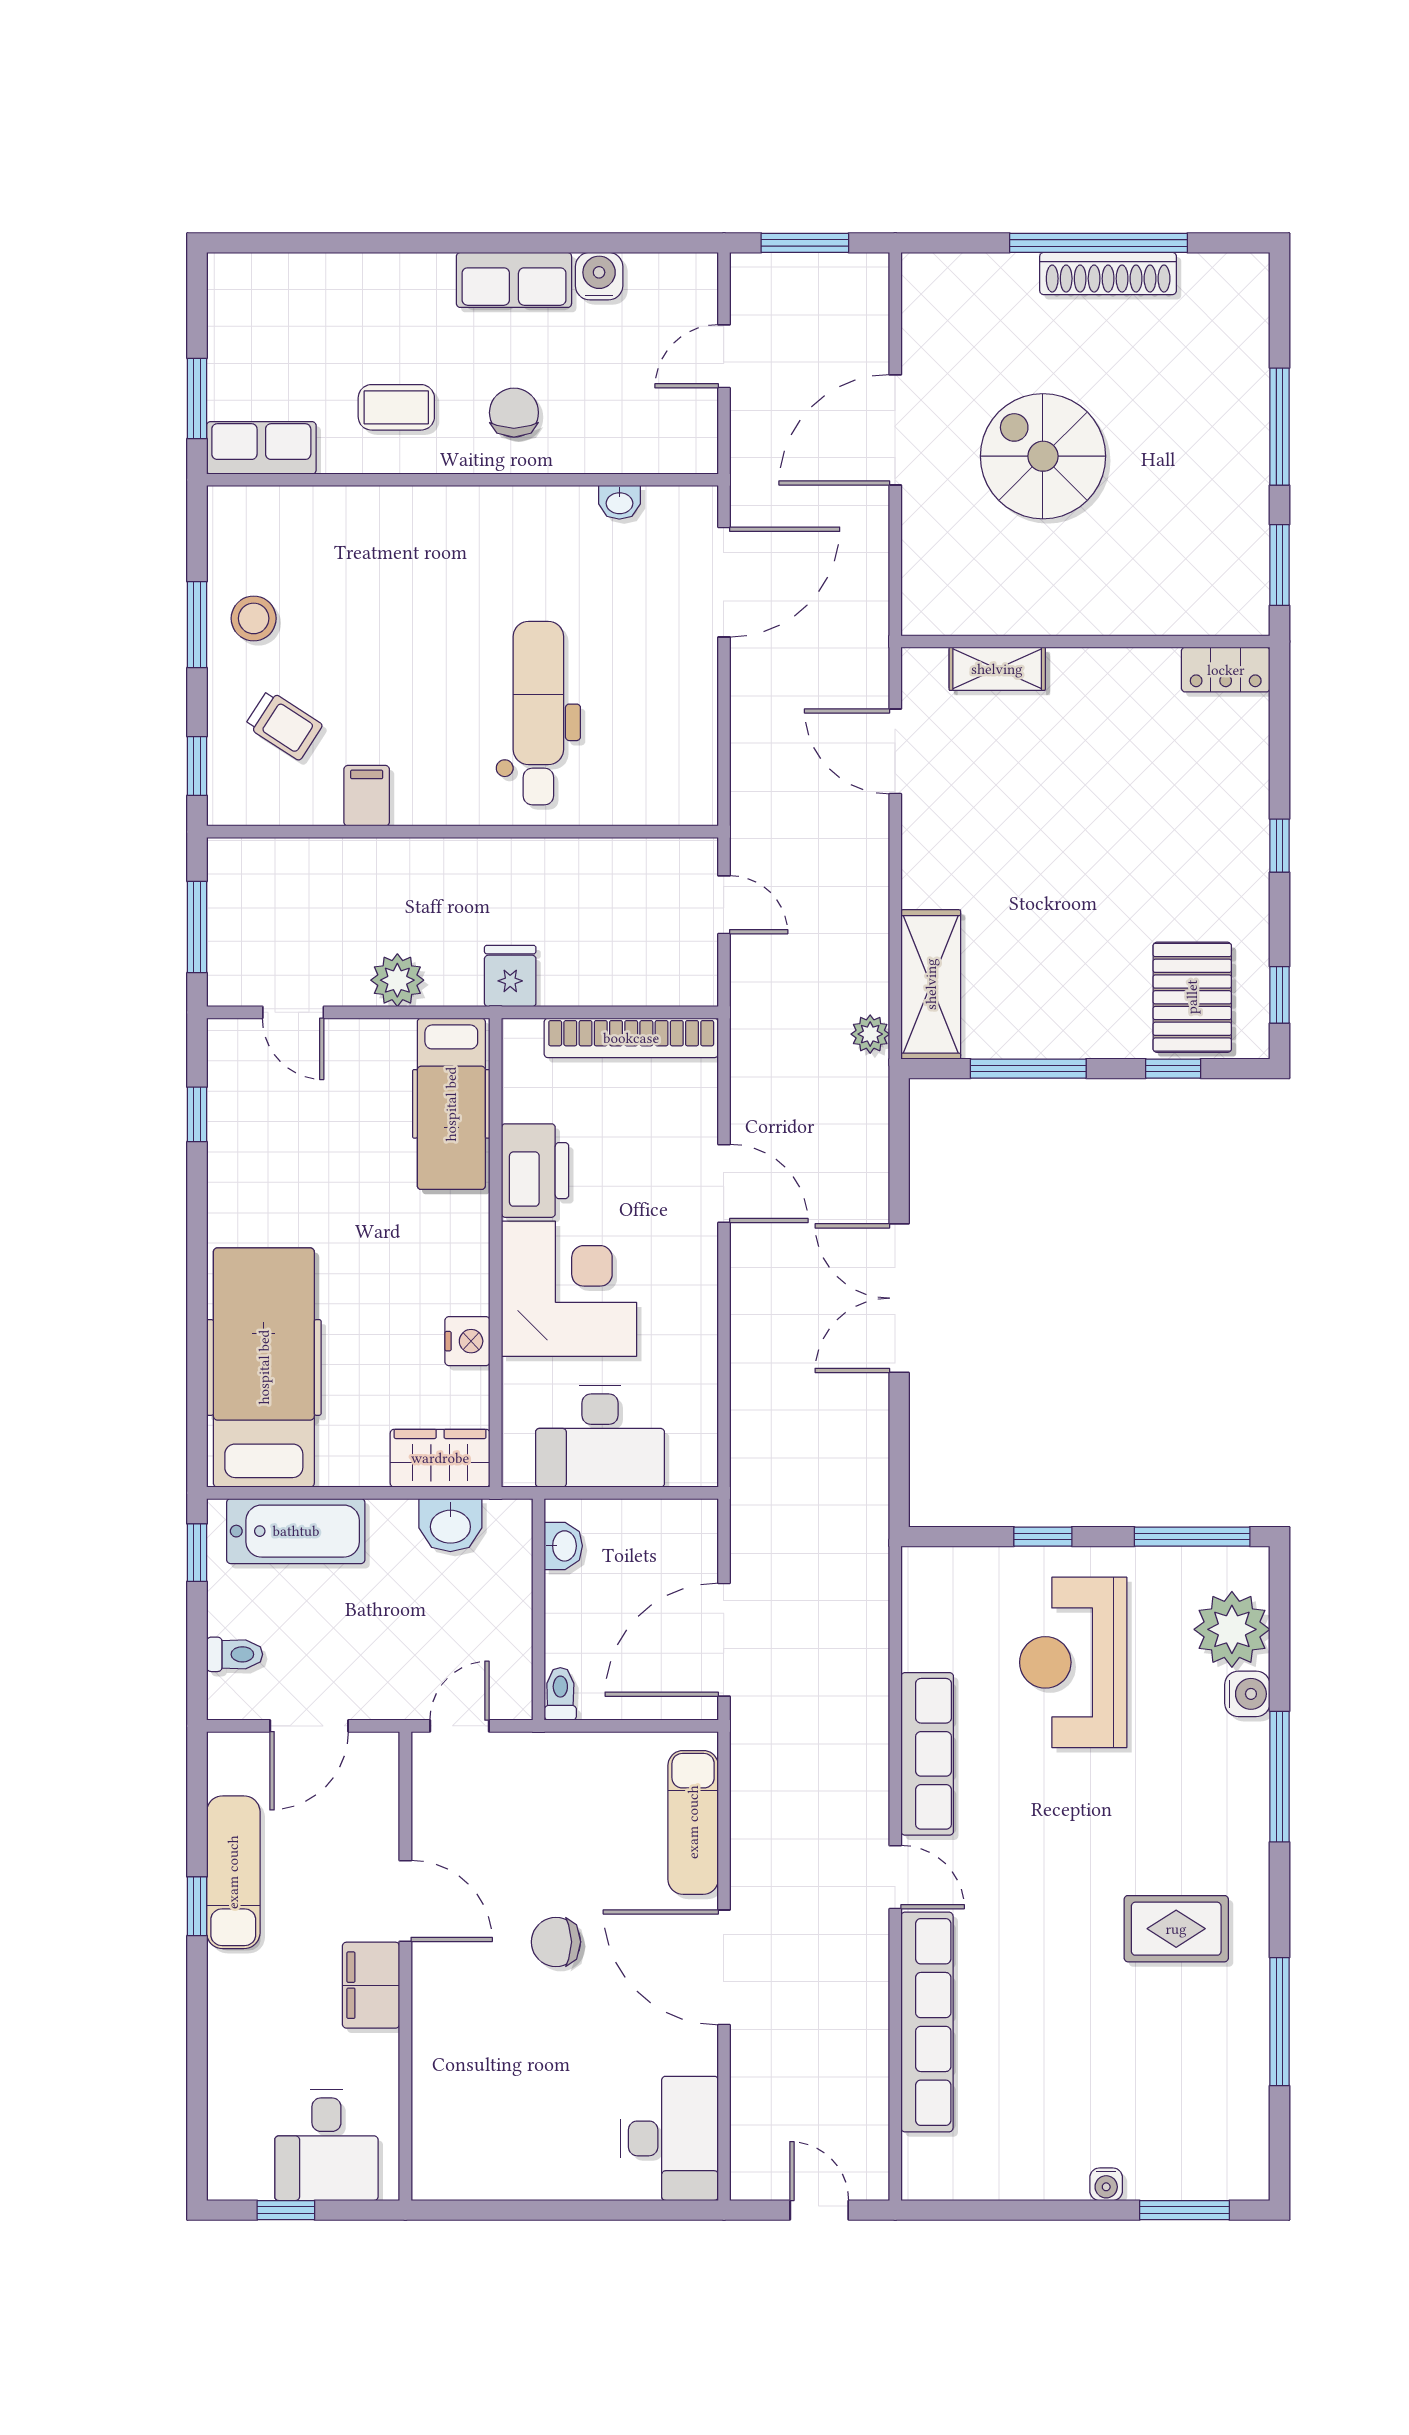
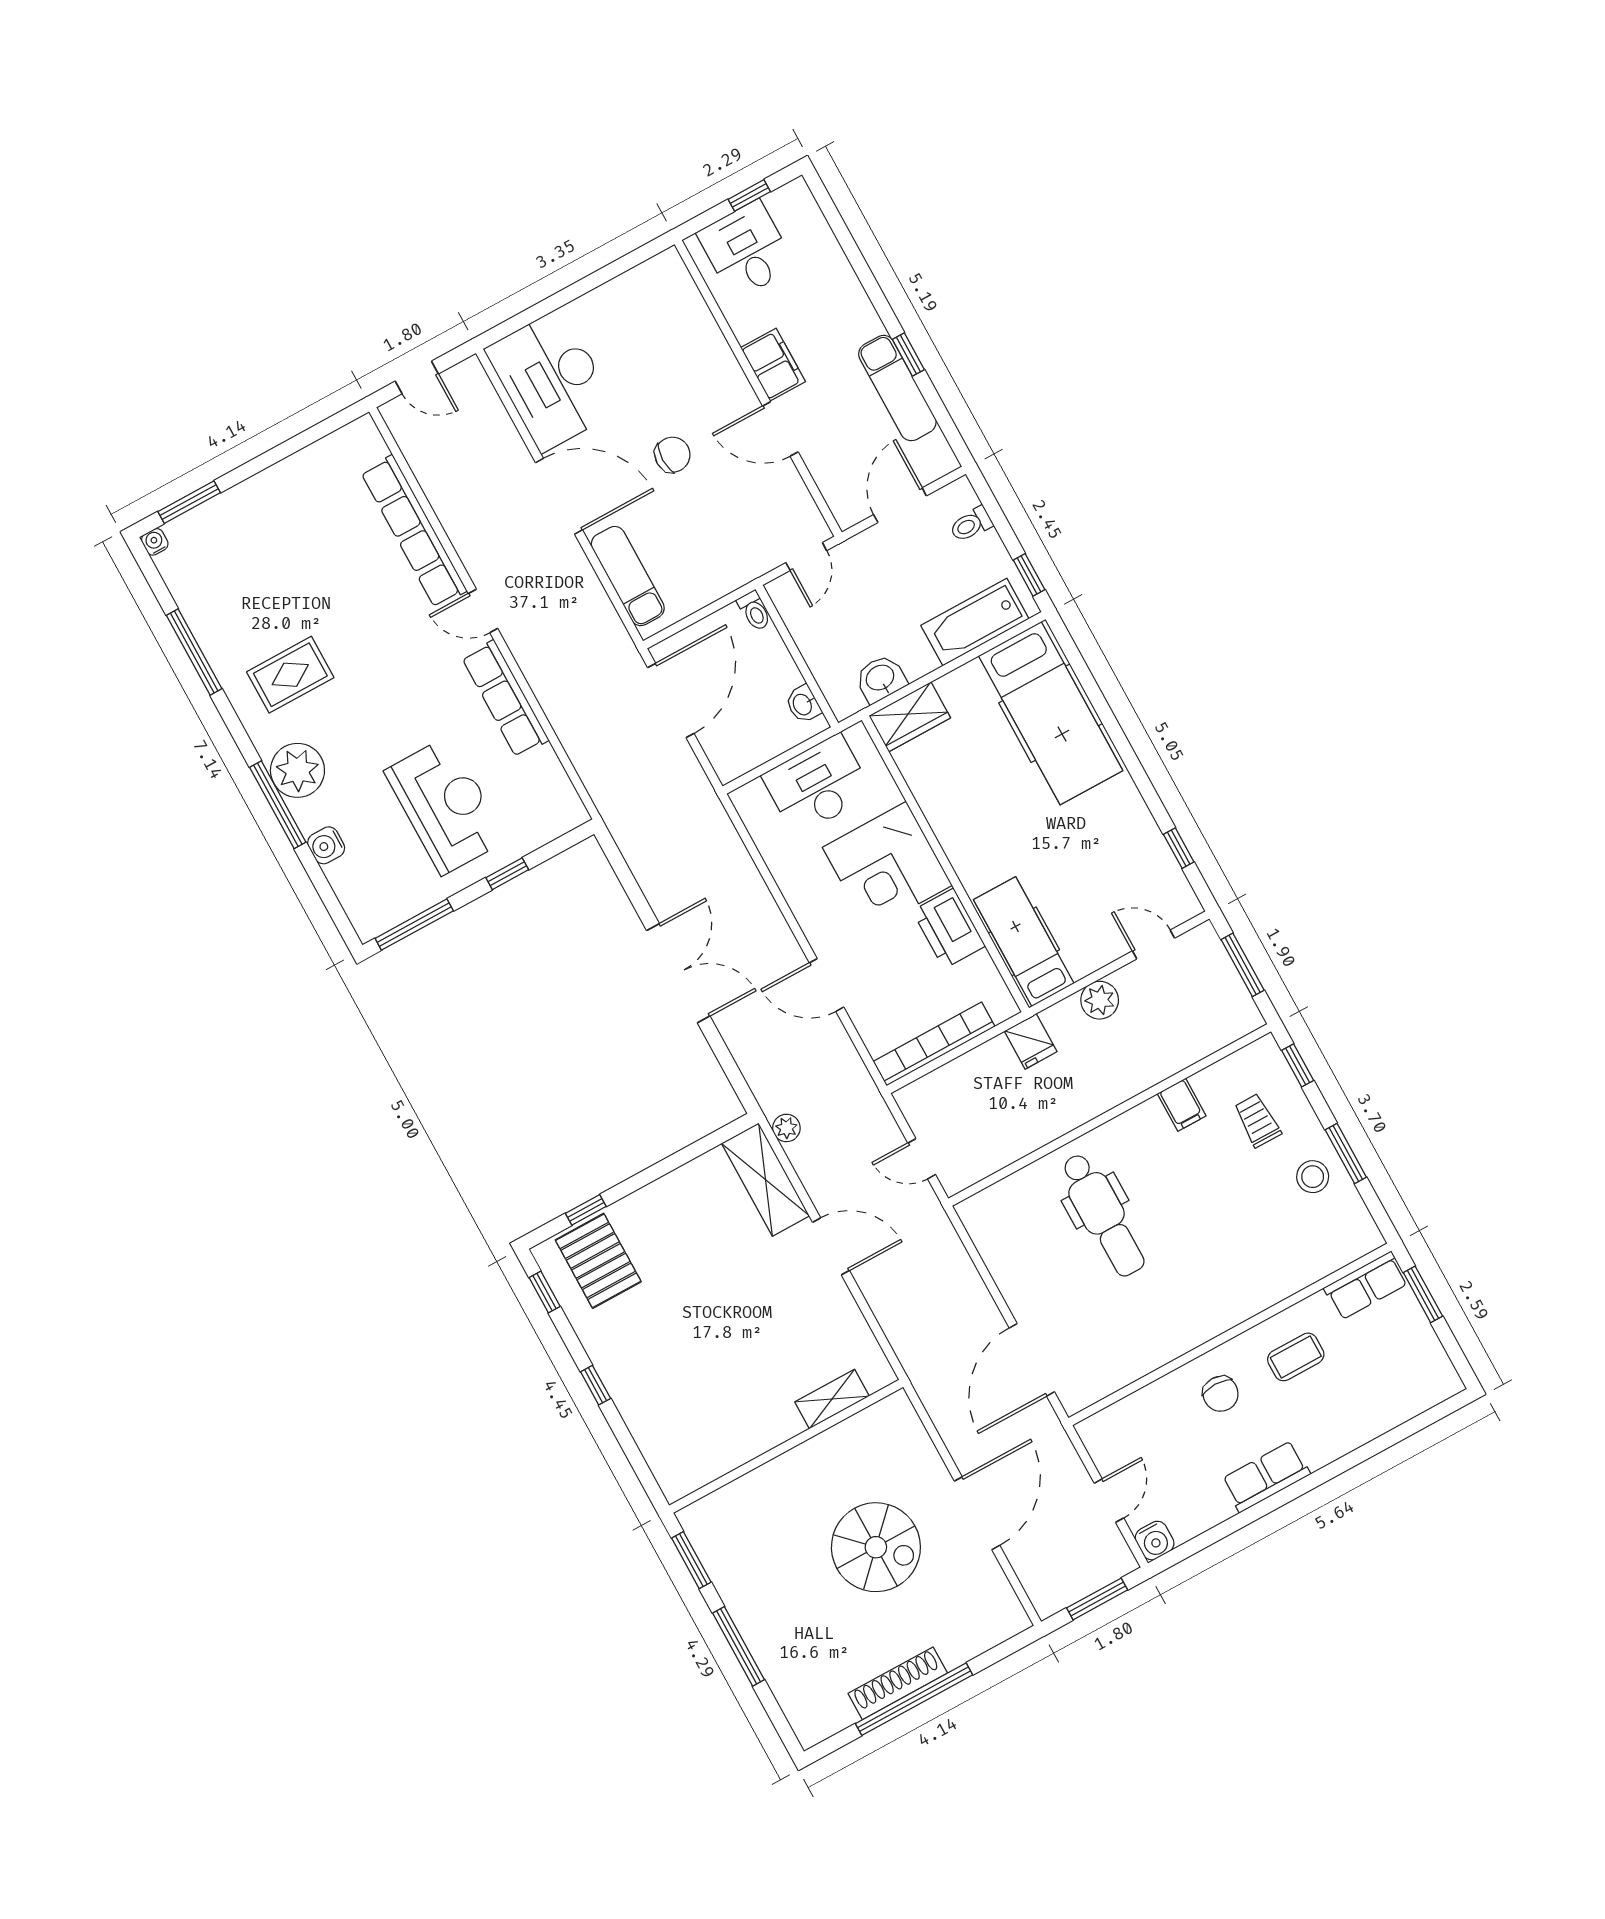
water cooler: (599, 276) -> (1155, 1541), moved
washbasin: (619, 502) -> (1124, 1374), removed
locker: (1226, 670) -> (689, 1477), removed
trolley: (284, 725) -> (1257, 1120), turned 57
door: (895, 751) -> (831, 1246), moved
window: (1028, 1069) -> (676, 1160), removed
nightstand: (467, 1341) -> (933, 799), removed
plant: (1232, 1629) -> (297, 770), moved
desk: (669, 2138) -> (551, 380), width x1.36, depth x1.30
water cooler: (1106, 2184) -> (155, 542), moved

